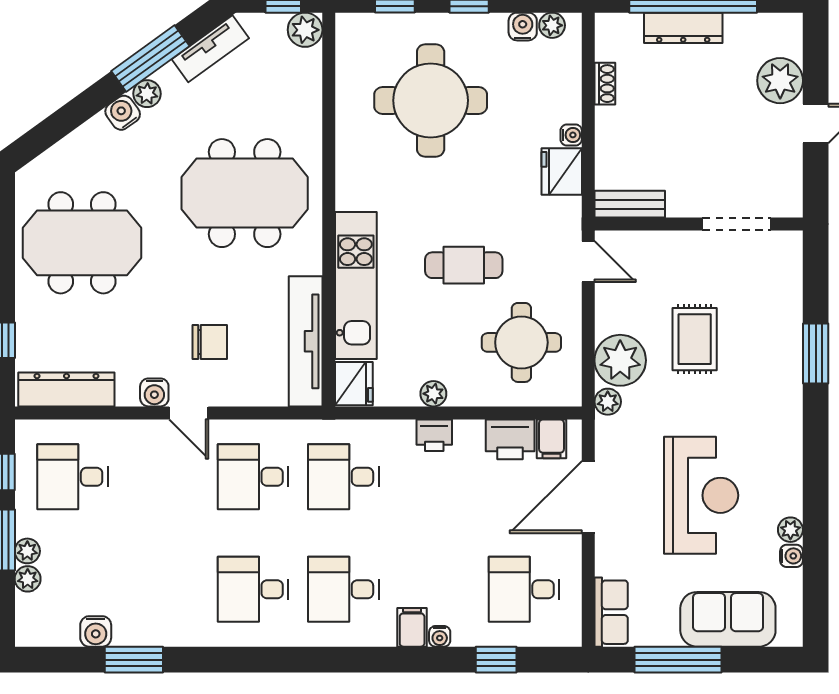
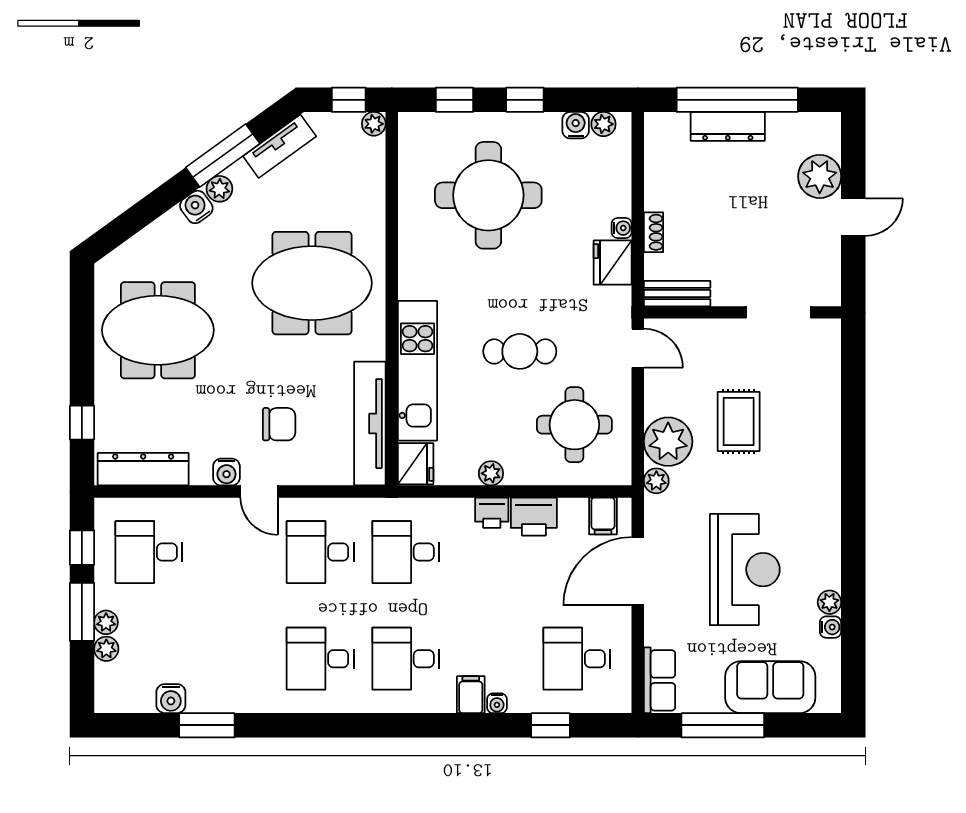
plant: (305, 30) -> (374, 124), width x0.73, depth x0.73
shoe rack: (605, 84) -> (653, 232), moved
window: (816, 353) -> (853, 435), removed
printer: (510, 439) -> (534, 517), moved

